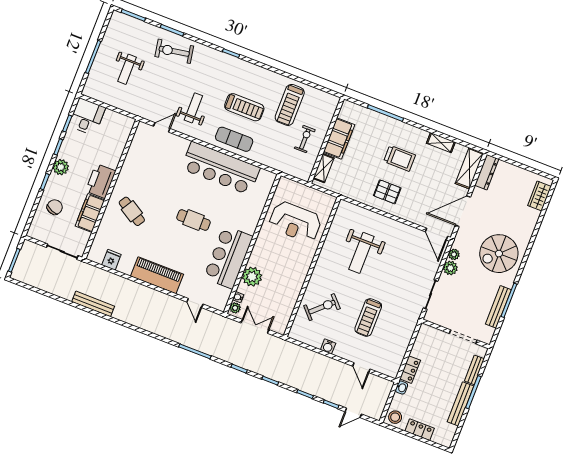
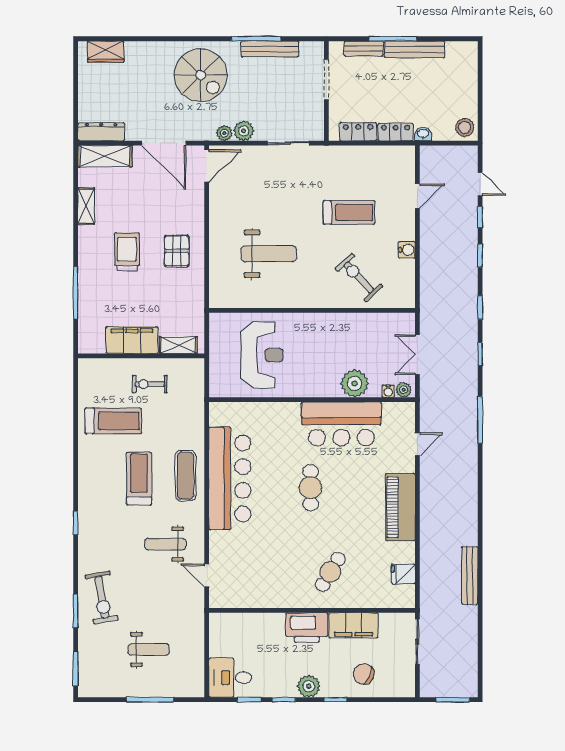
locker: (420, 430) -> (358, 132), moved, turned 90

